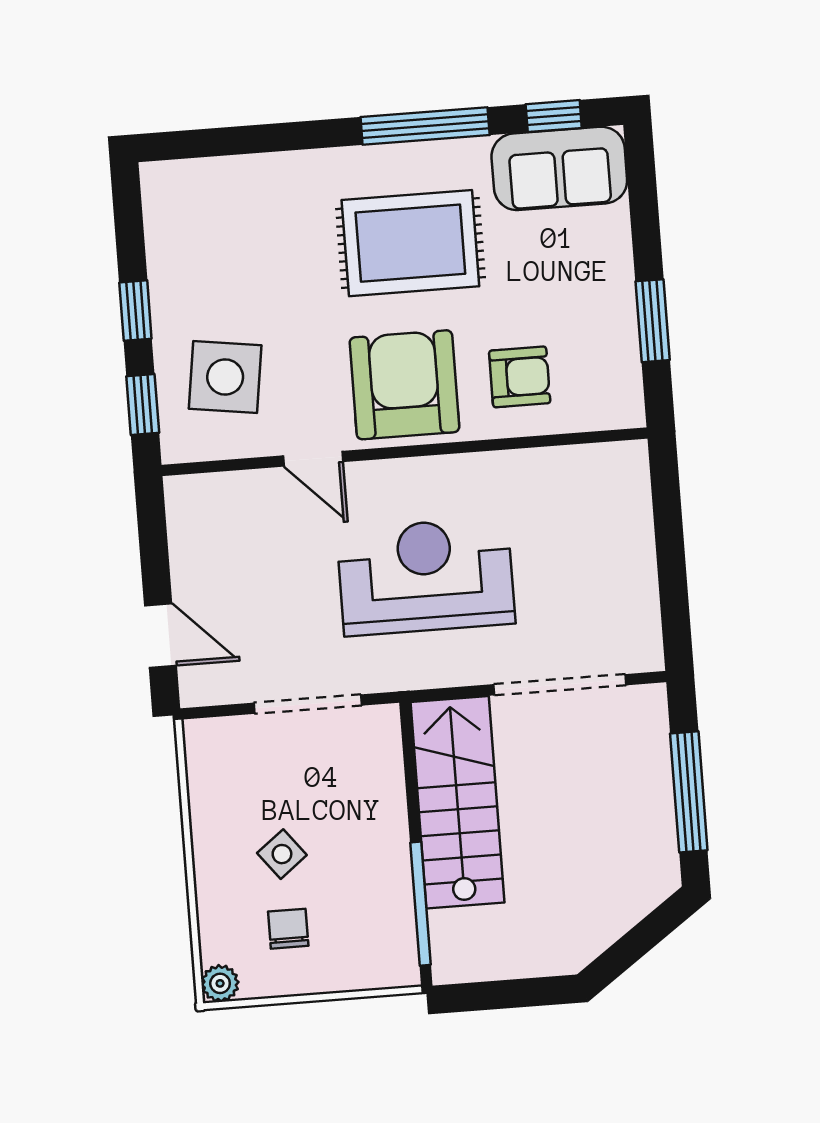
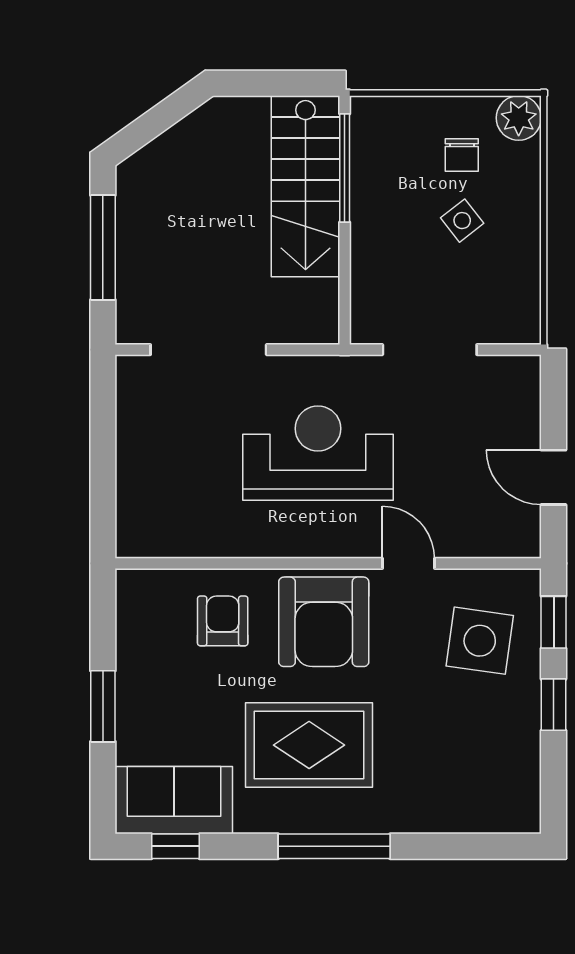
window: (425, 126) -> (334, 846), moved
window: (653, 321) -> (103, 706), moved
armchair: (520, 377) -> (223, 621), turned 90
reception desk: (426, 576) -> (318, 453), turned 180
door: (160, 635) -> (554, 477), moved
stairs: (457, 802) -> (305, 186), moved
plant: (220, 983) -> (519, 118), width x1.38, depth x1.38

